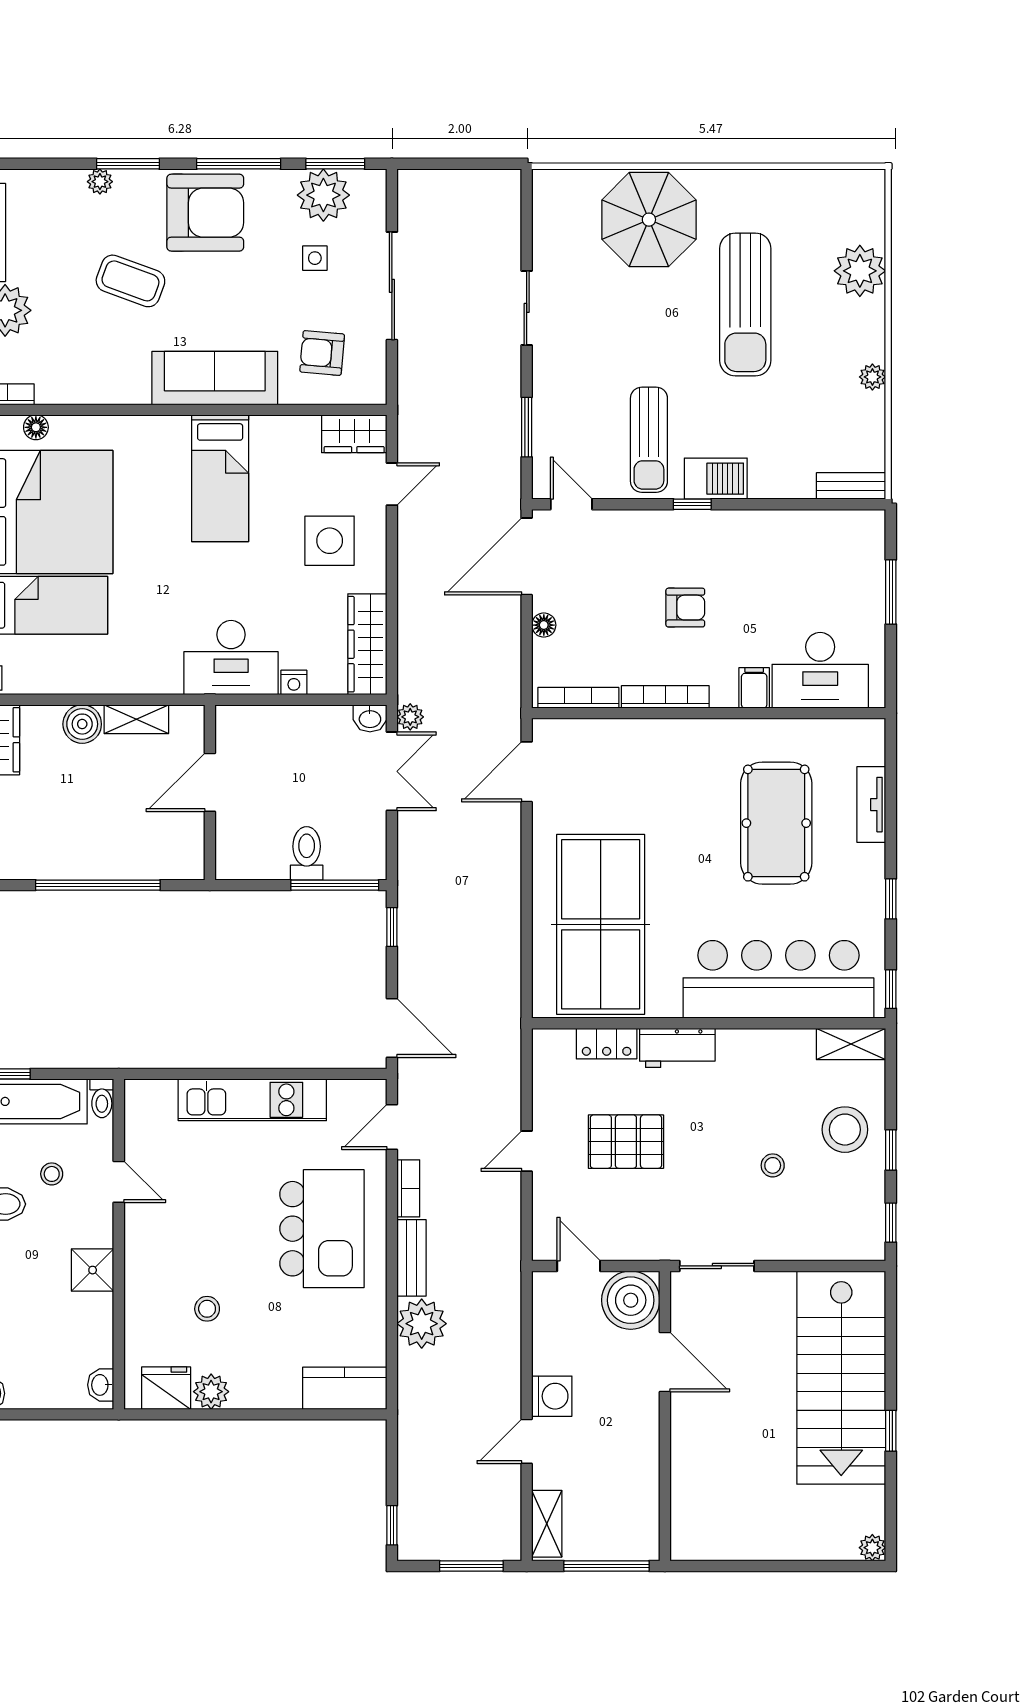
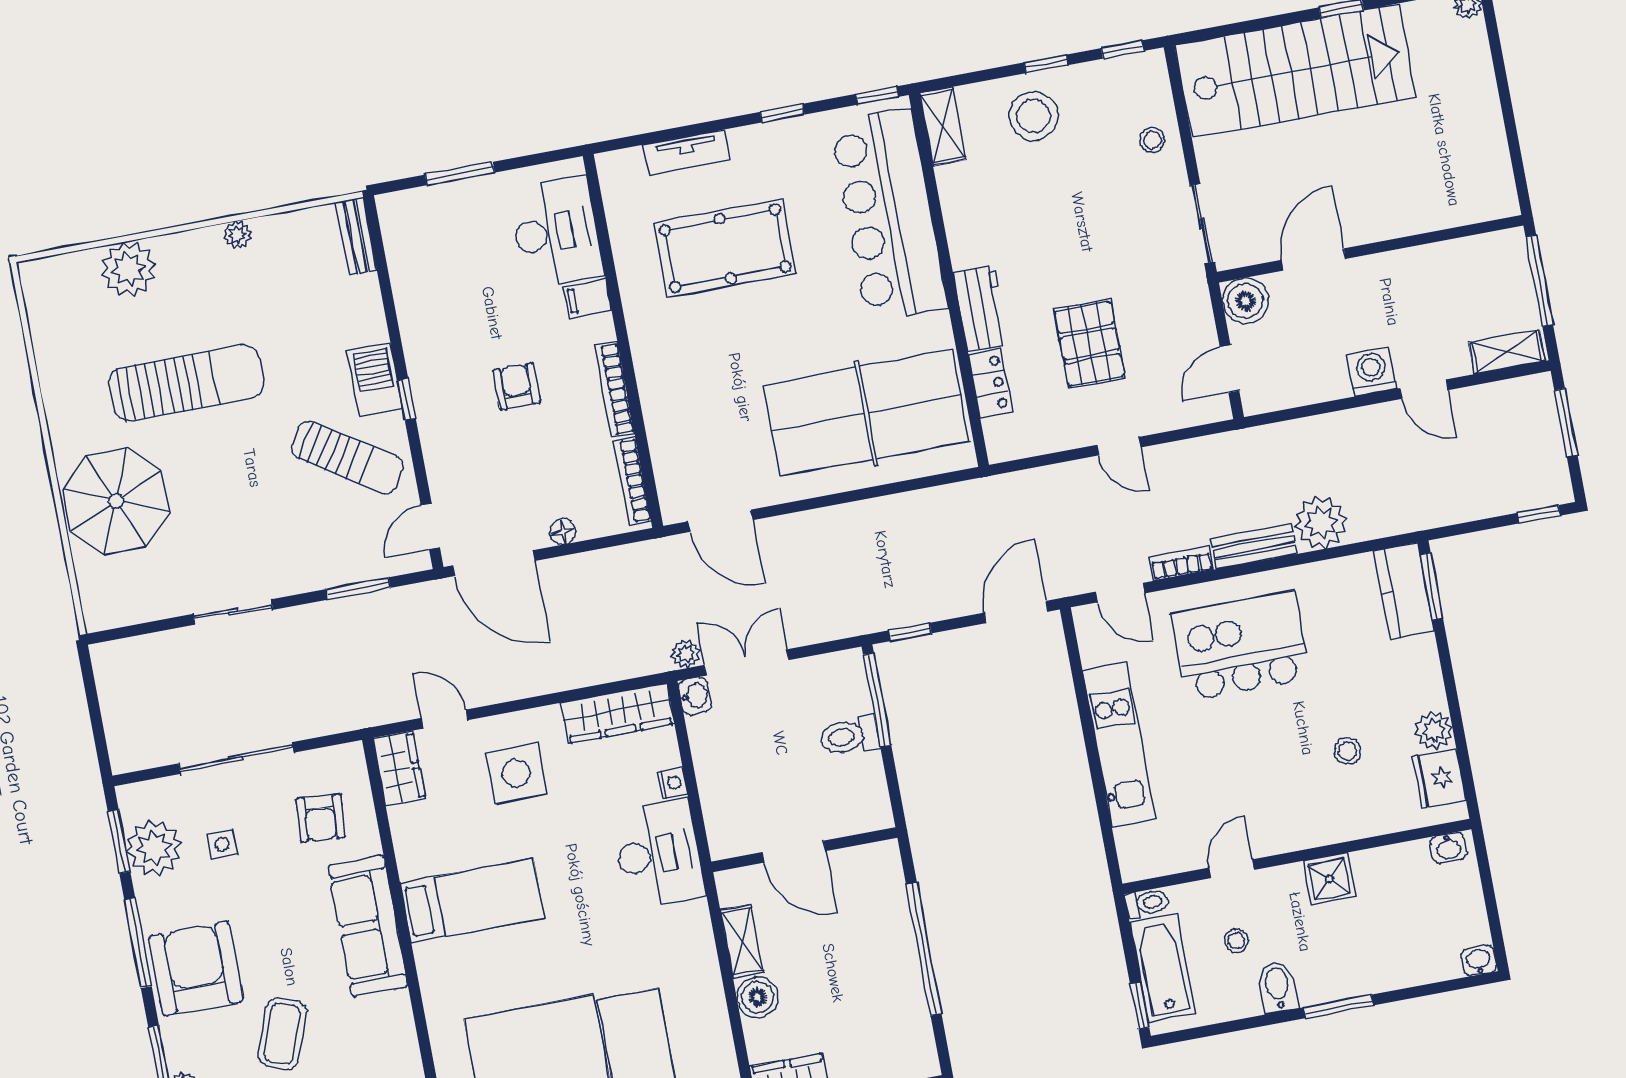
sun lounger: (649, 440) -> (347, 458), turned 33
stool: (773, 1165) -> (1152, 140), moved
boiler: (631, 1300) -> (1245, 301), width x0.73, depth x0.73
window: (344, 1414) -> (1431, 586), added

